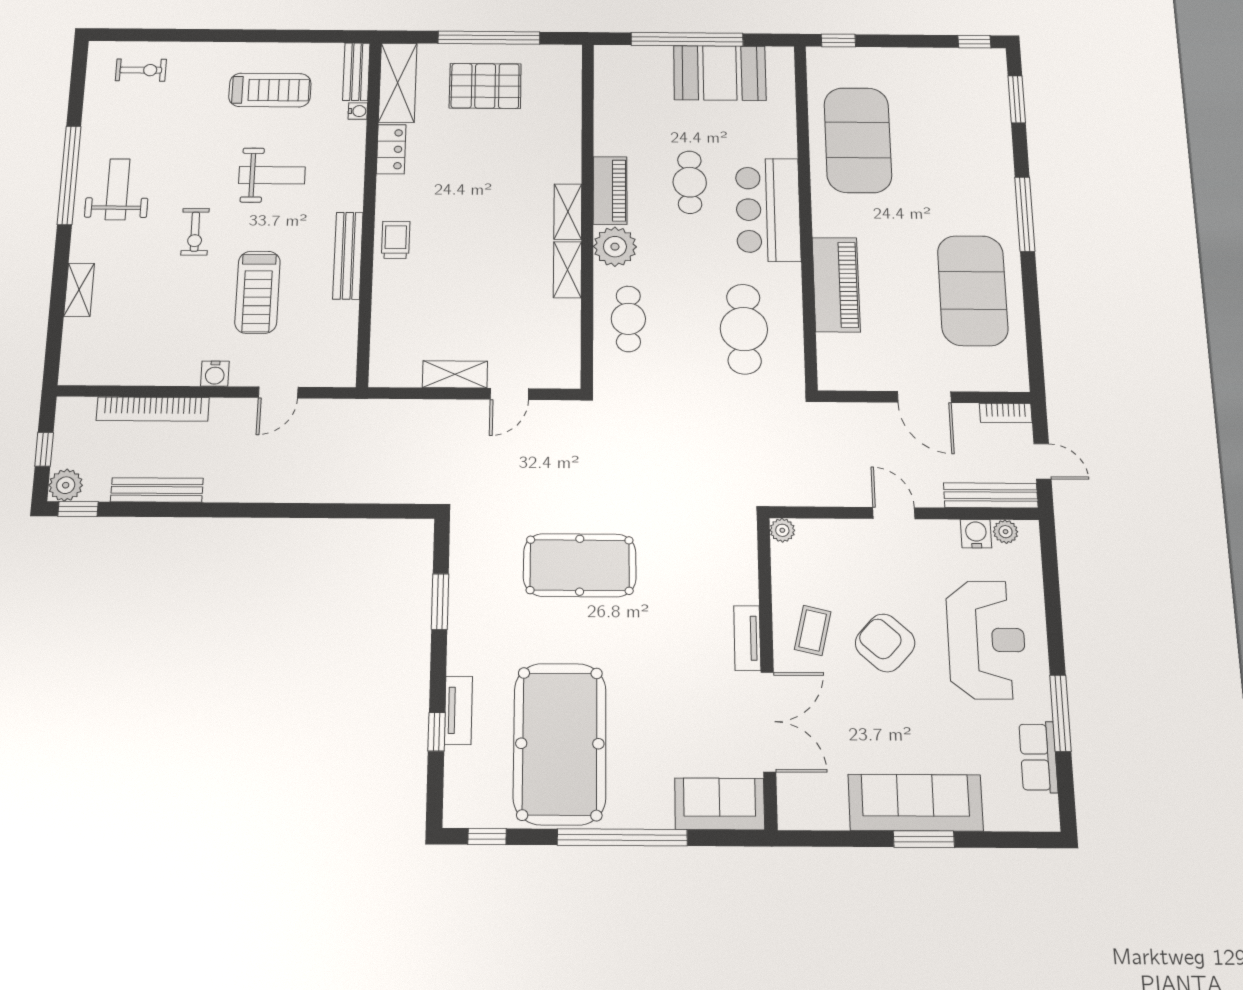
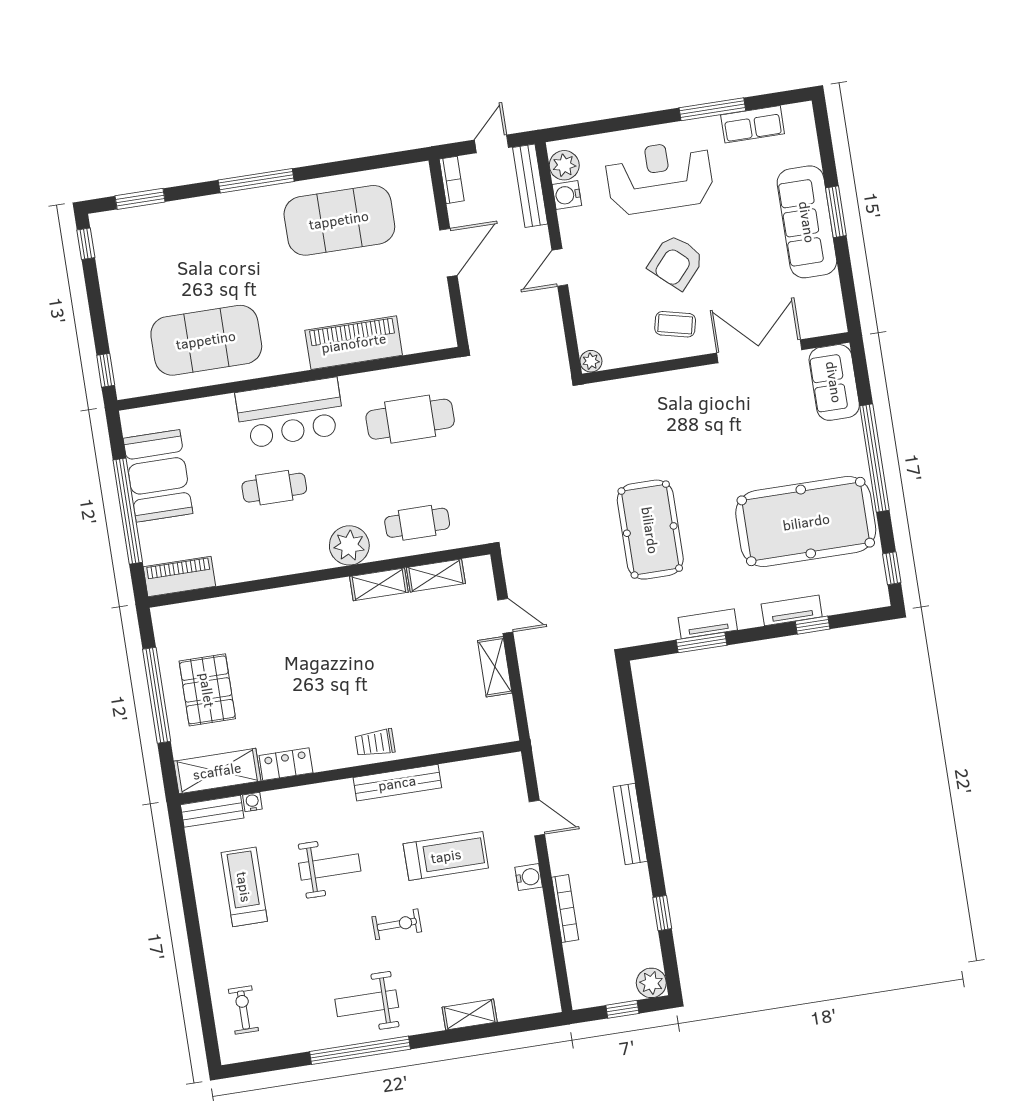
weight bench: (272, 175) -> (330, 867), turned 90
piano: (610, 190) -> (179, 577), moved
shelving: (568, 212) -> (436, 575), moved
bookcase: (153, 409) -> (565, 909), width x0.68, depth x0.76
bench: (157, 490) -> (630, 824), moved
window: (78, 509) -> (662, 913), moved
plant: (1006, 532) -> (564, 165), width x1.38, depth x1.38
tv unit: (747, 638) -> (708, 624), moved, turned 180

